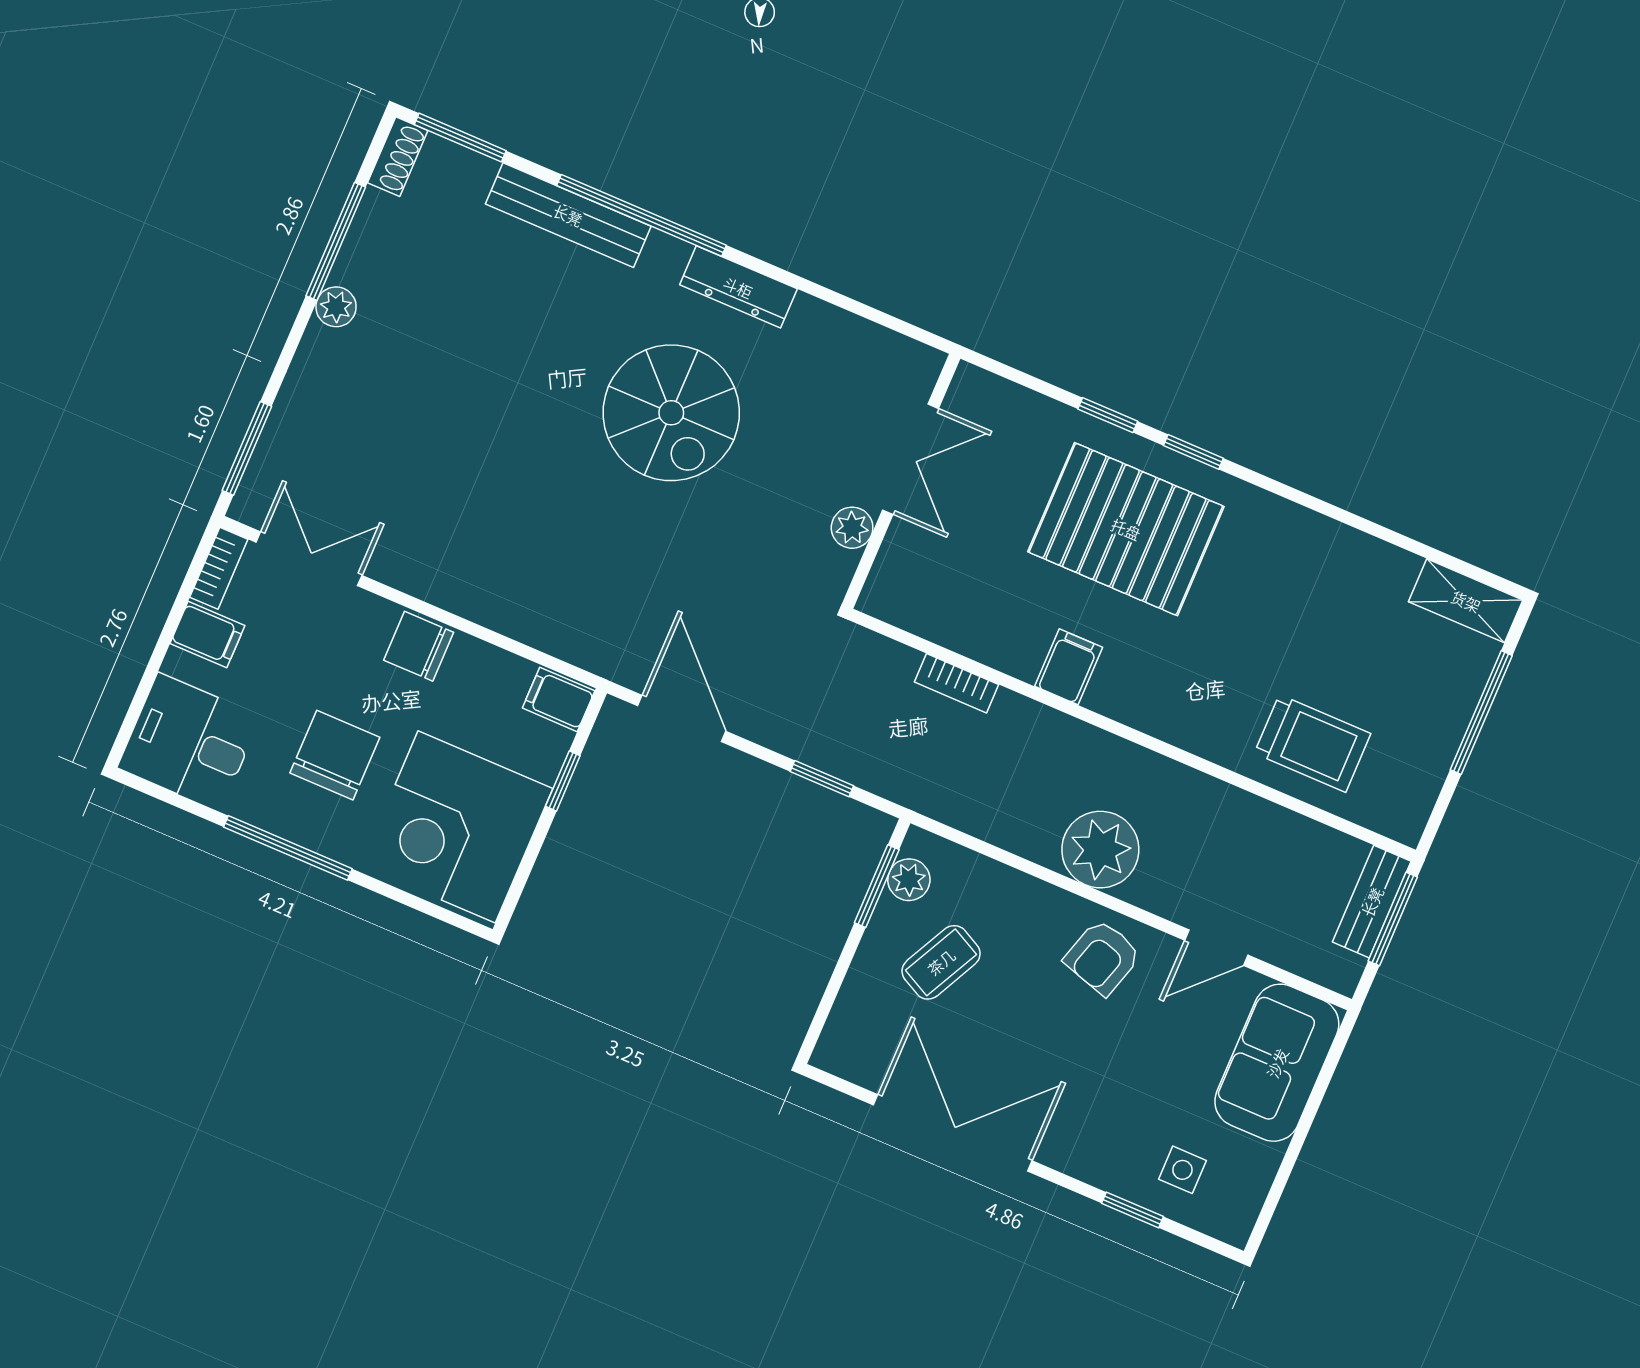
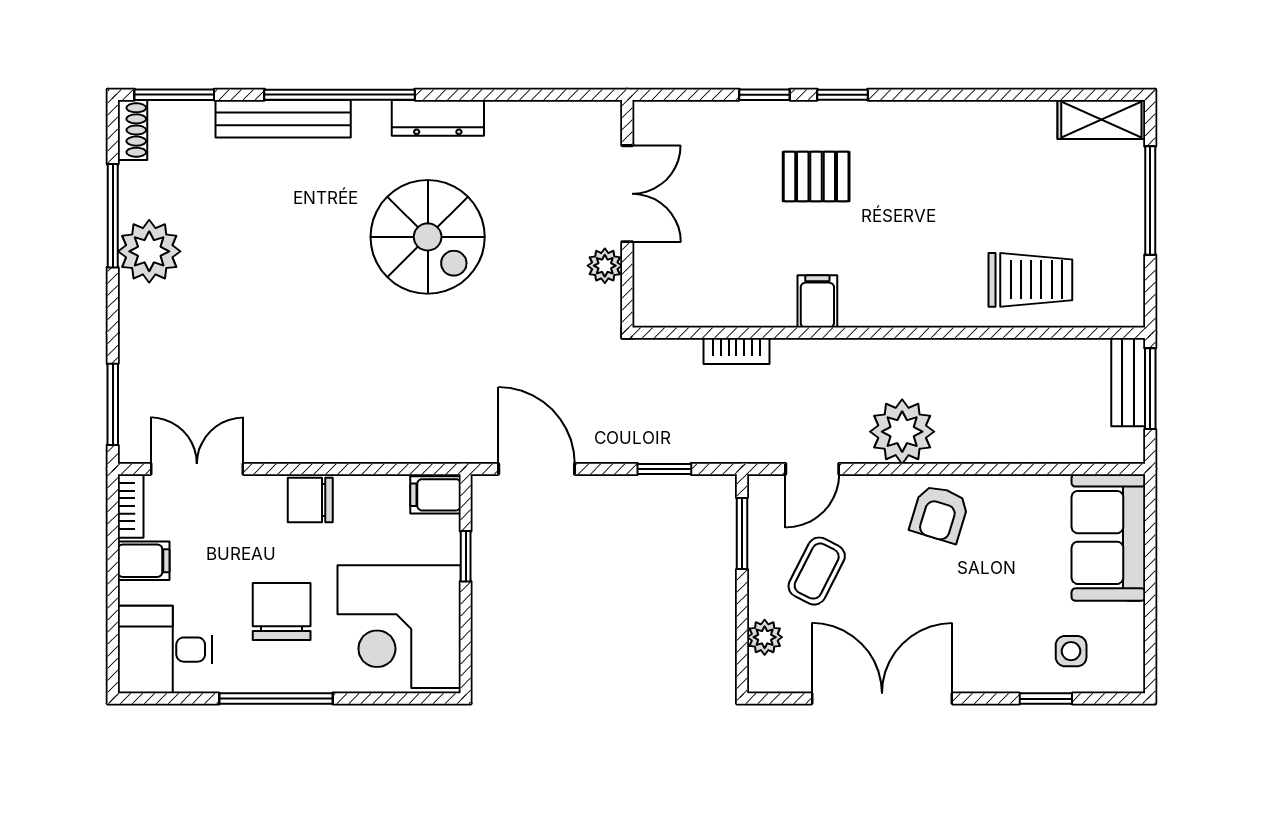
plant: (336, 307) -> (149, 251), width x1.88, depth x1.88
pallet: (1126, 529) -> (816, 176), width x0.49, depth x0.50
plant: (909, 880) -> (765, 637), moved
door: (1216, 948) -> (812, 469), moved

